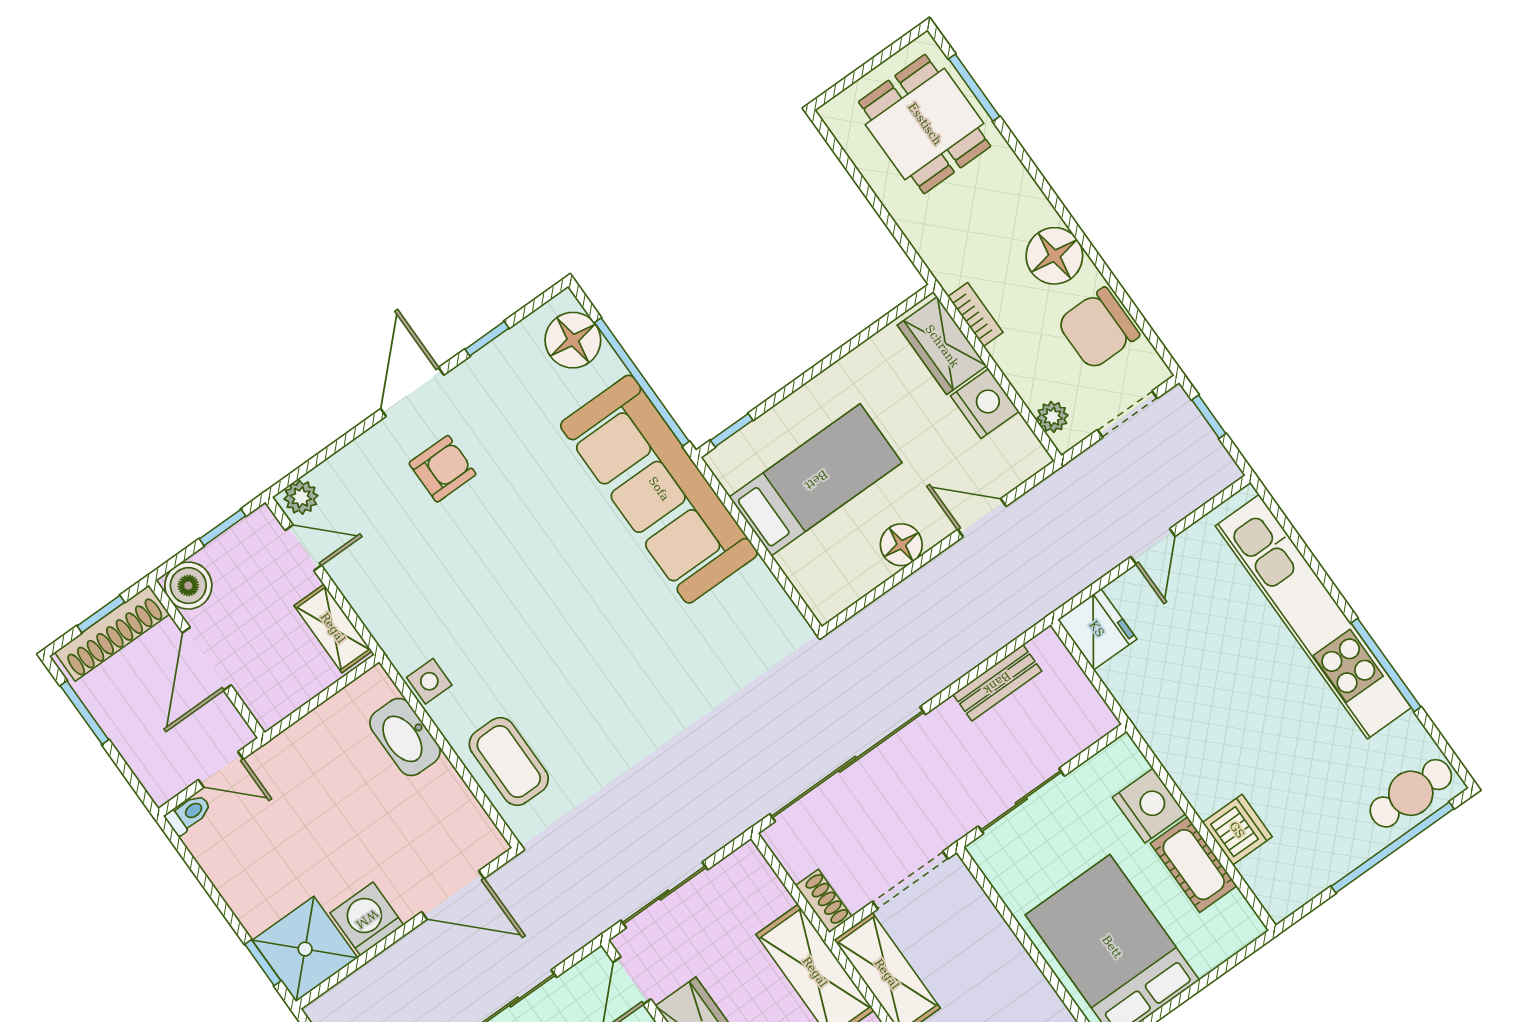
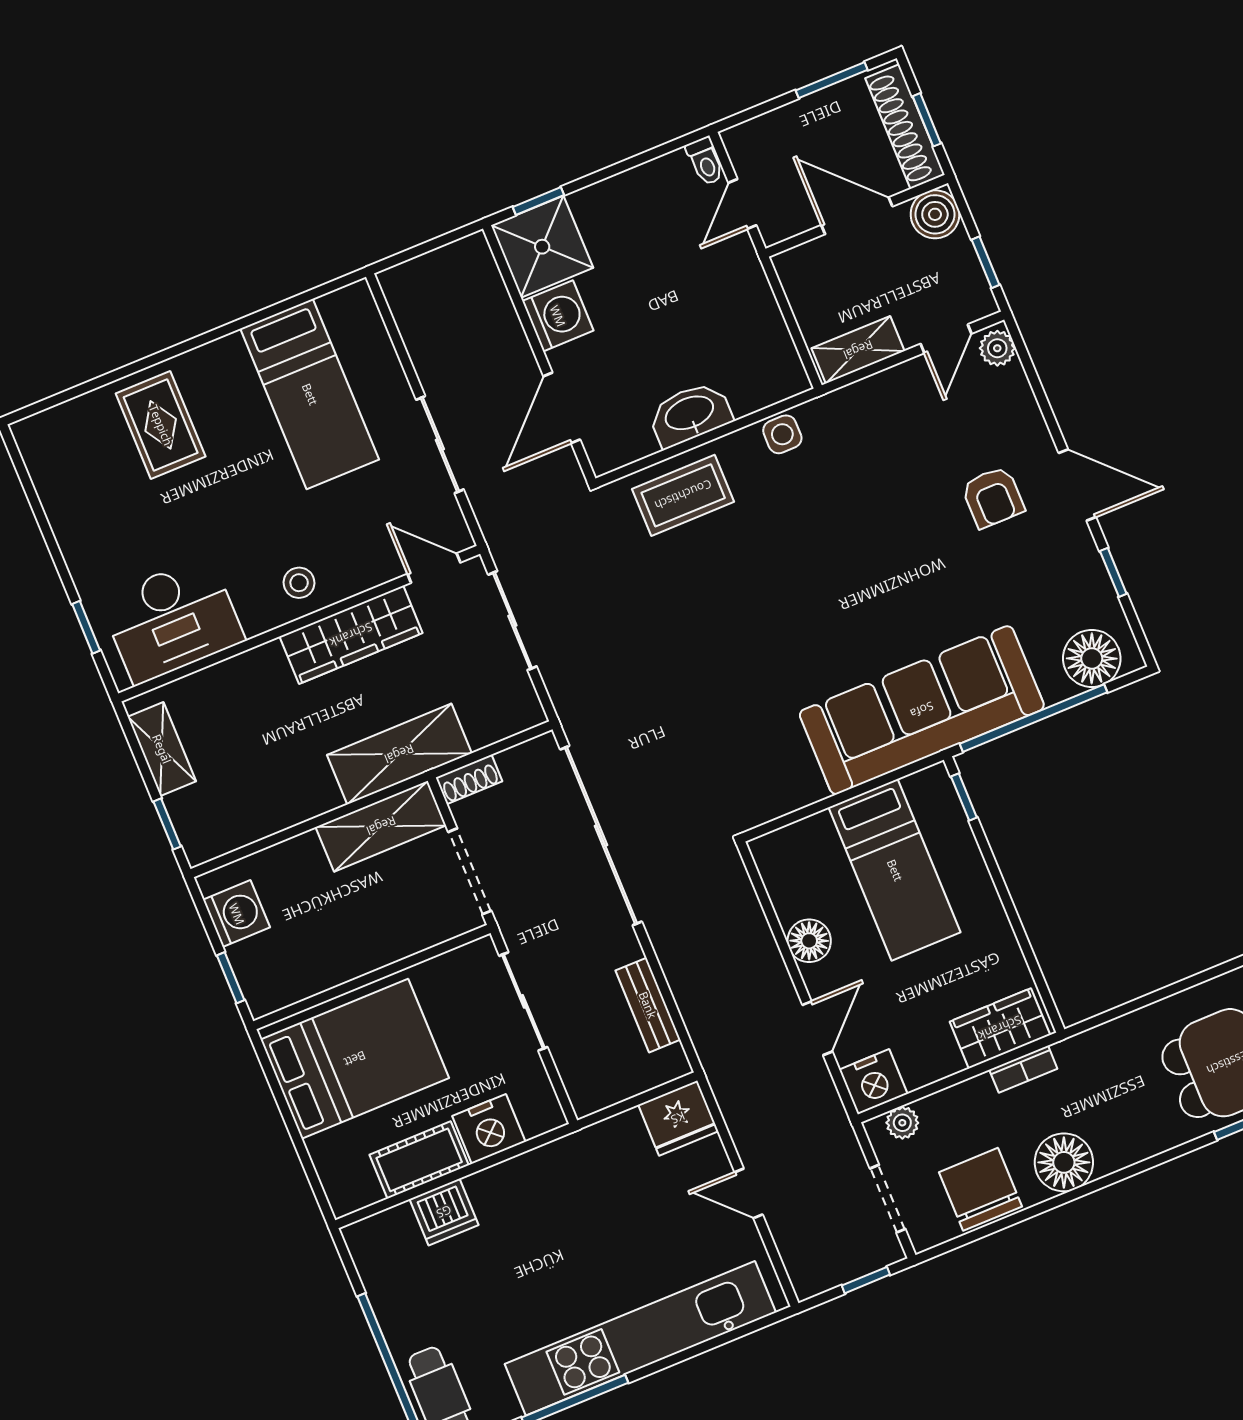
nightstand: (985, 404) -> (873, 1082), moved
washbasin: (405, 737) -> (690, 414), moved

